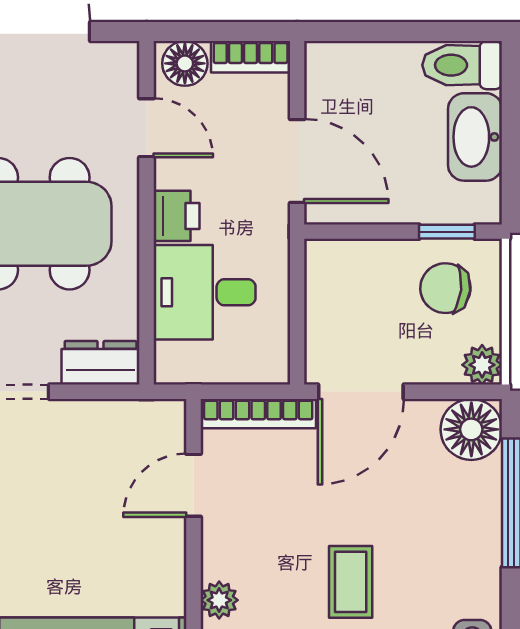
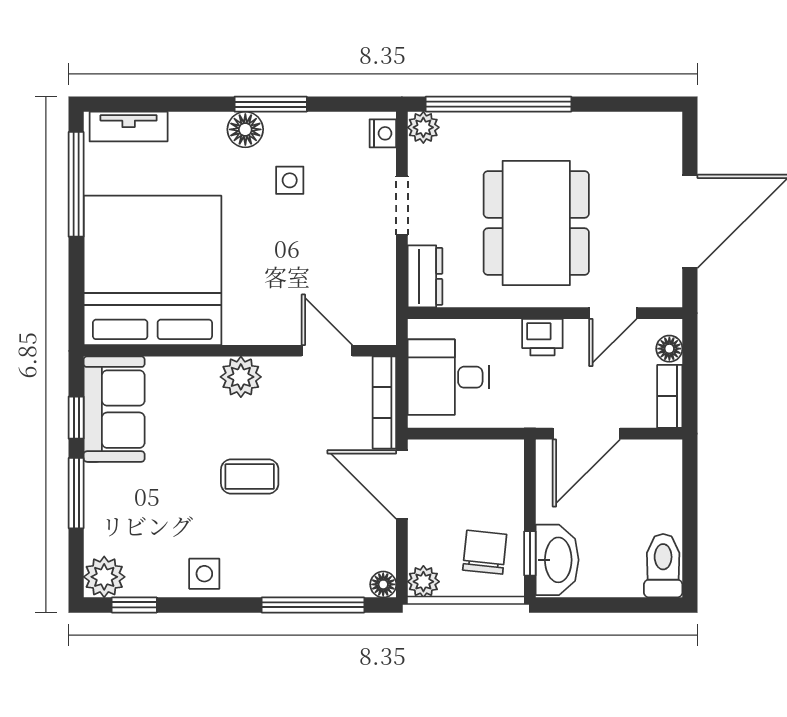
floor lamp: (185, 63) -> (669, 349), width x0.73, depth x0.73
washbasin: (475, 137) -> (557, 560), moved, turned 90
desk: (205, 292) -> (448, 377), moved, turned -90
floor lamp: (471, 429) -> (383, 584), width x0.53, depth x0.53
plant: (219, 600) -> (241, 377), width x1.38, depth x1.38

